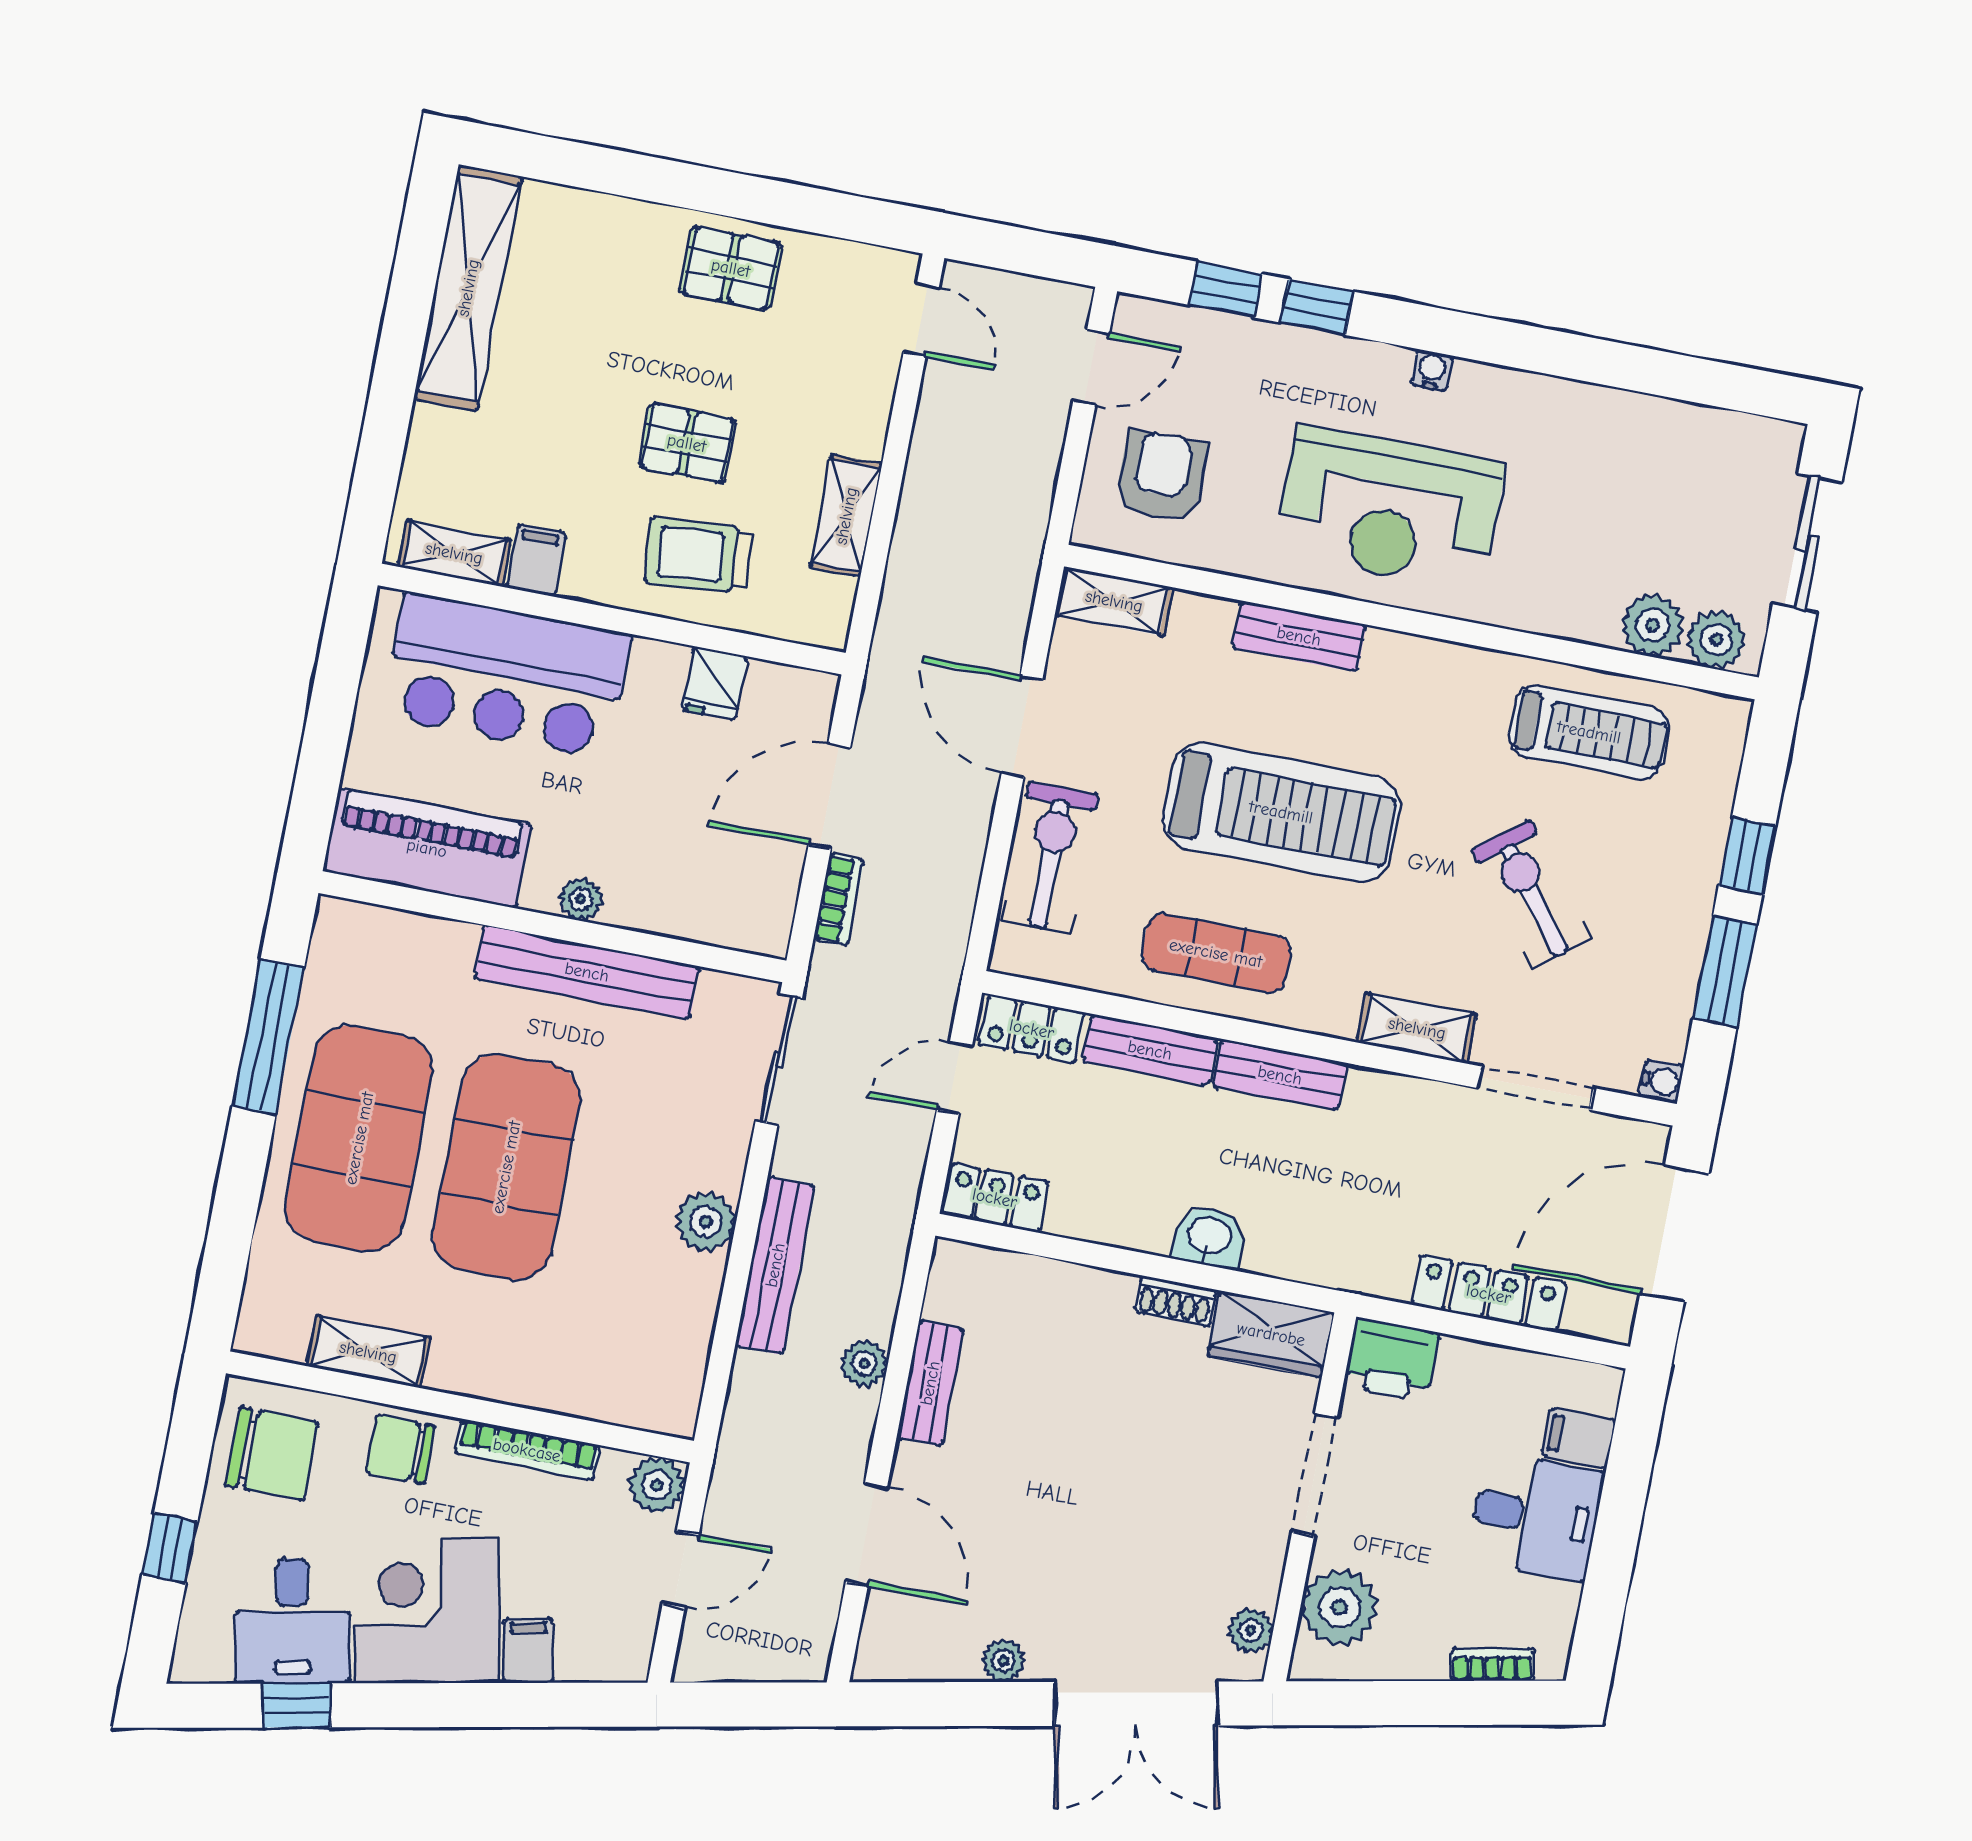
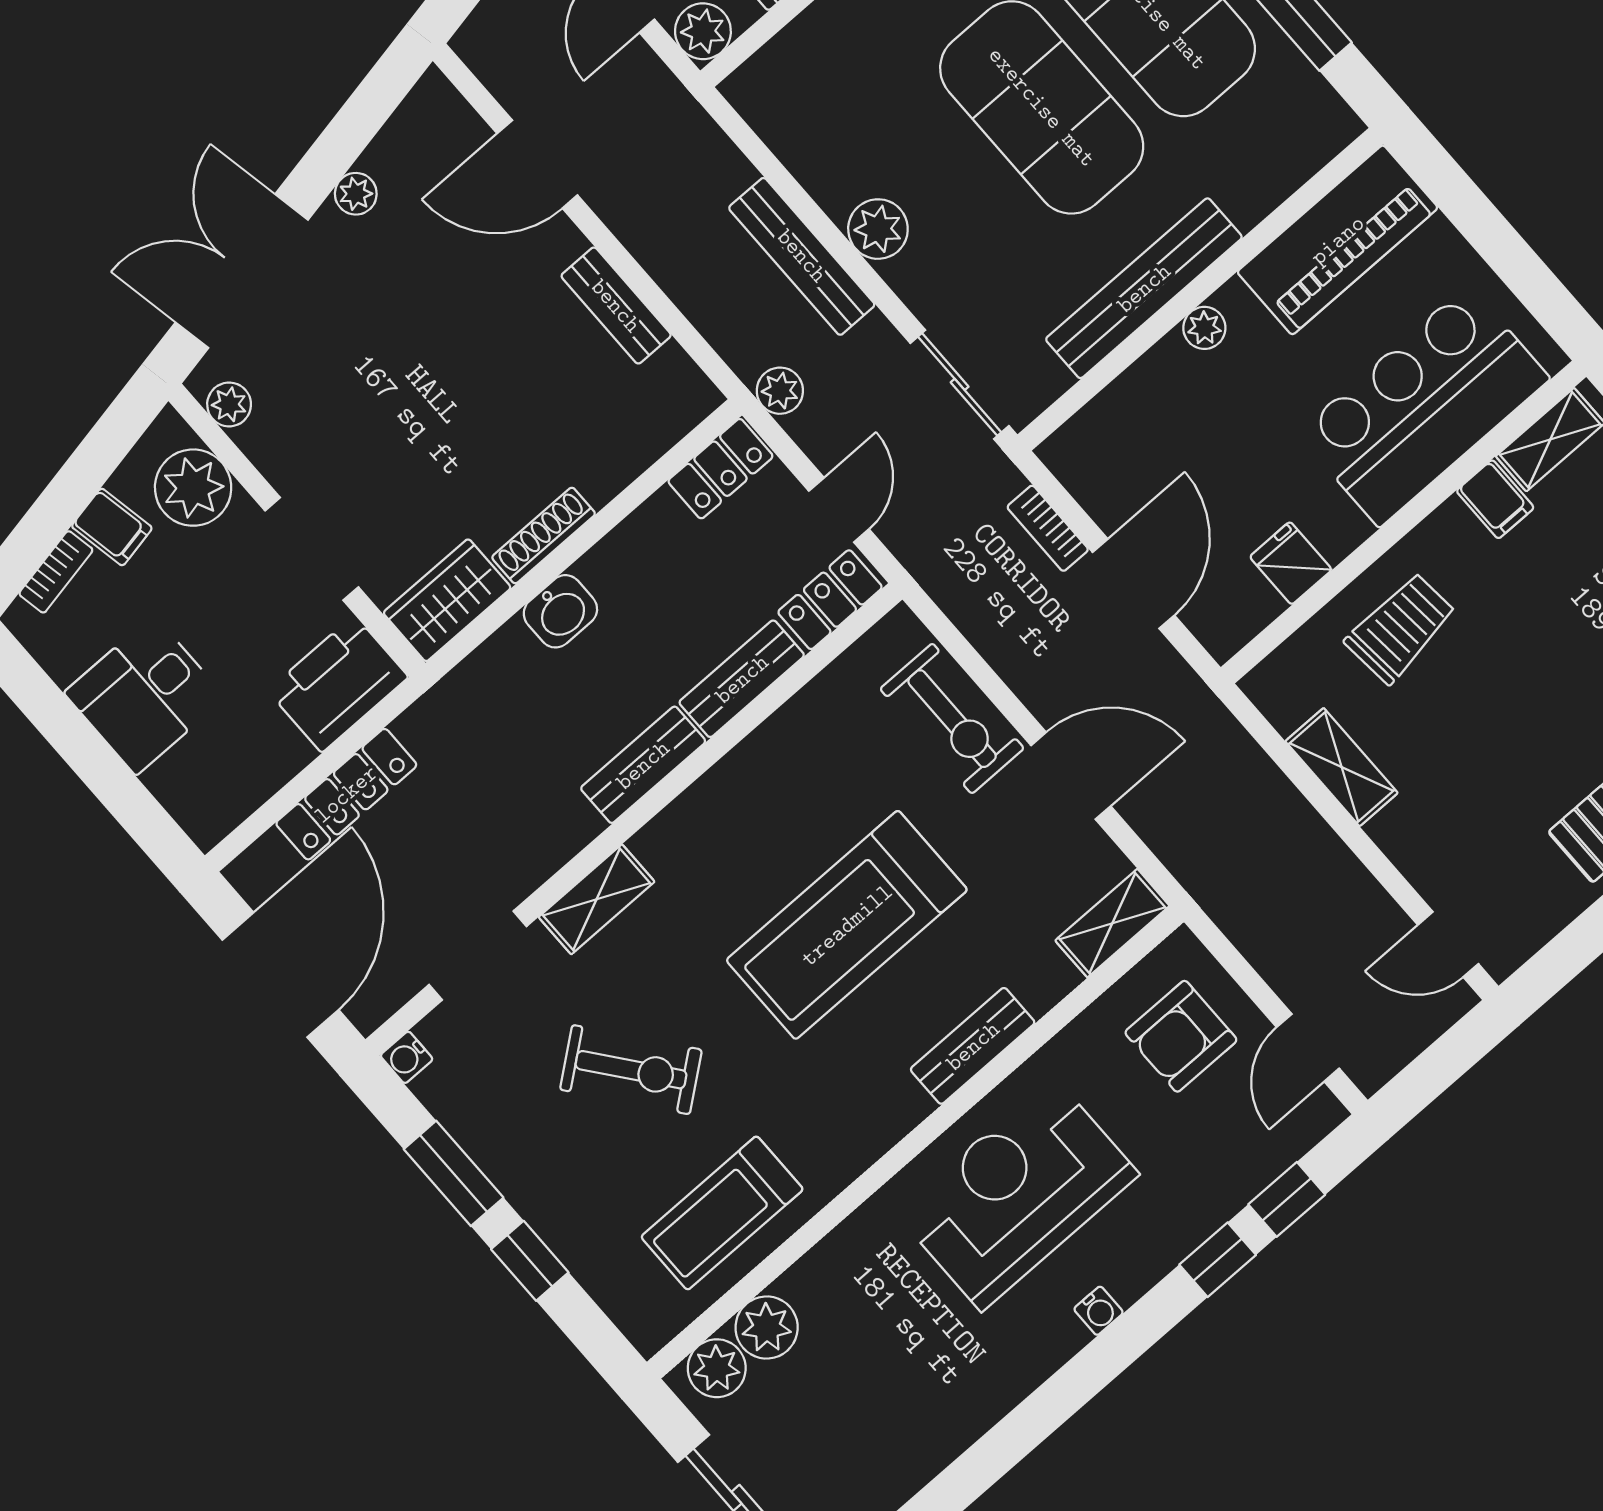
pallet: (687, 443) -> (1494, 688), removed
armchair: (1161, 476) -> (1181, 1036), turned 90
exercise mat: (1216, 953) -> (777, 789), removed
shoe rack: (1175, 1301) -> (544, 536), width x1.43
printer: (1391, 1359) -> (338, 684), width x1.37, depth x1.19
plant: (864, 1364) -> (780, 391), moved
filing cabinet: (1579, 1438) -> (112, 527), moved, turned 79

